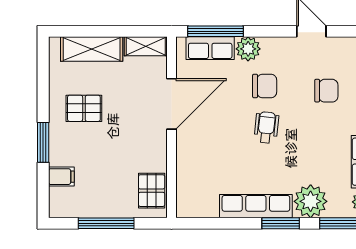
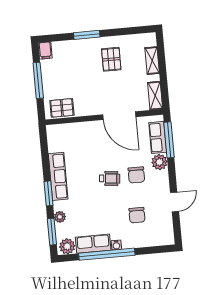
shelving: (92, 49) -> (152, 61), width x0.67, depth x0.75
filing cabinet: (61, 177) -> (45, 51), moved
plant: (311, 201) -> (60, 217), width x0.53, depth x0.53

